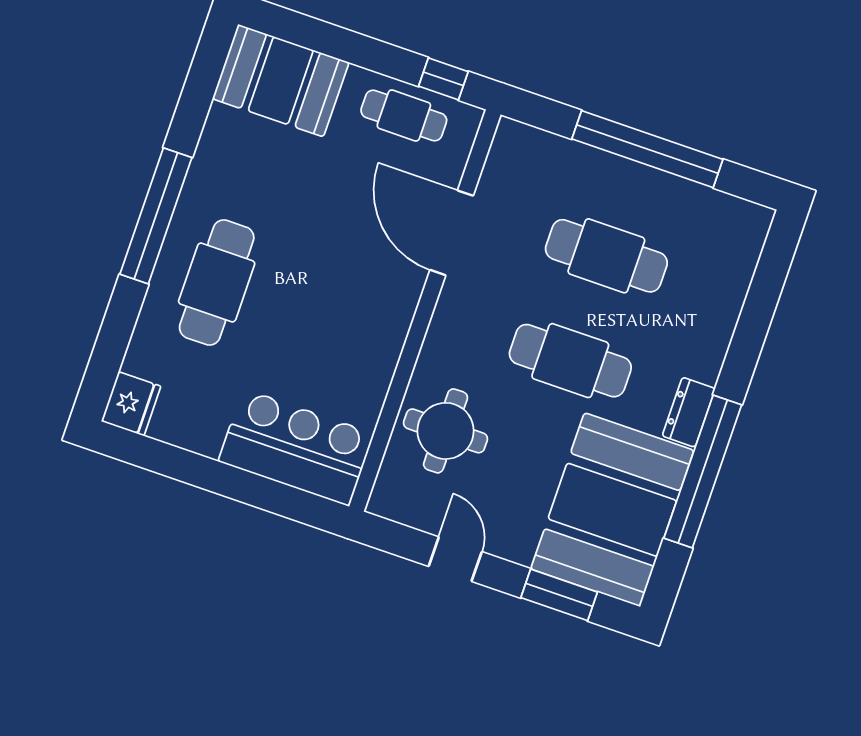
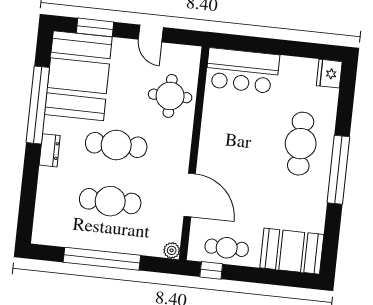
plant: (510, 135) -> (172, 250), added
dresser: (689, 412) -> (50, 150), moved

